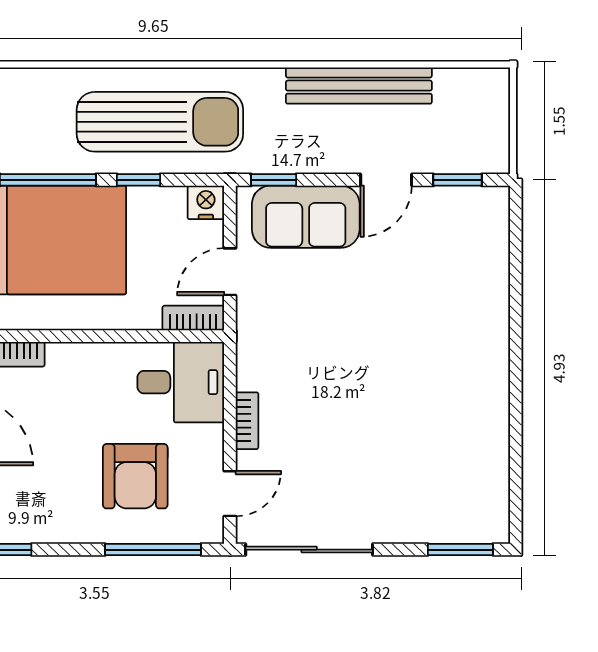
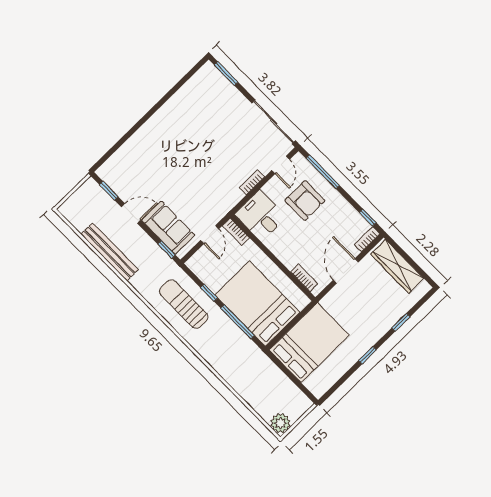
sun lounger: (160, 122) -> (184, 304), width x0.73, depth x0.75
nightstand: (206, 202) -> (195, 264), removed
door: (230, 272) -> (210, 235), hinge flipped
armchair: (135, 476) -> (305, 201), turned 90
door: (230, 494) -> (281, 165), swing flipped

